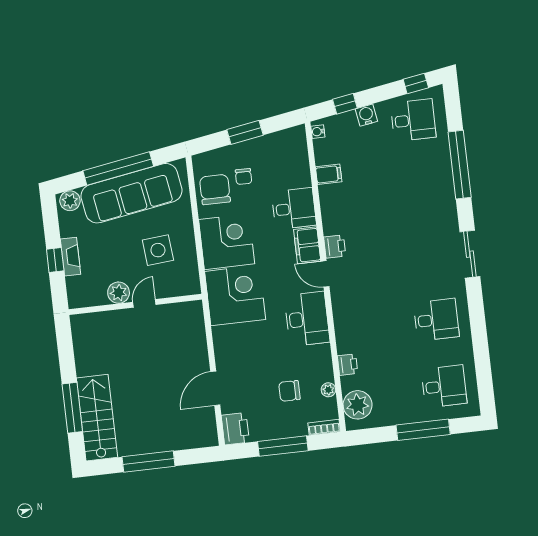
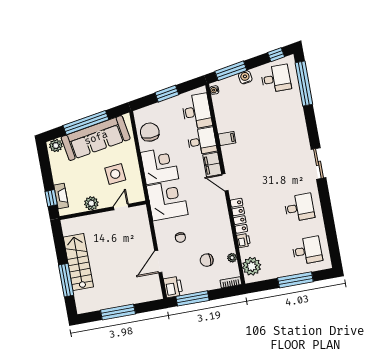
window: (345, 104) -> (231, 71), width x2.17
window: (460, 165) -> (304, 83), moved
filing cabinet: (329, 174) -> (227, 138), moved
chair: (243, 177) -> (180, 238), moved
printer: (335, 246) -> (230, 164), removed
fireplace: (71, 257) -> (61, 196), moved
window: (55, 260) -> (51, 198), moved
door: (144, 303) -> (121, 207), moved
desk: (307, 319) -> (197, 111), moved
locker: (343, 326) -> (239, 216), added
stairs: (97, 418) -> (78, 262), moved
window: (283, 446) -> (192, 298), moved

